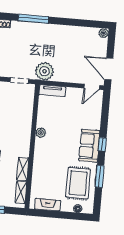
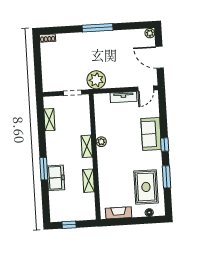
window: (33, 19) -> (98, 28), moved
door: (109, 69) -> (160, 57), moved
tv unit: (52, 91) -> (123, 97), moved
sofa: (89, 146) -> (151, 134), moved
shelving: (21, 192) -> (87, 146), moved

